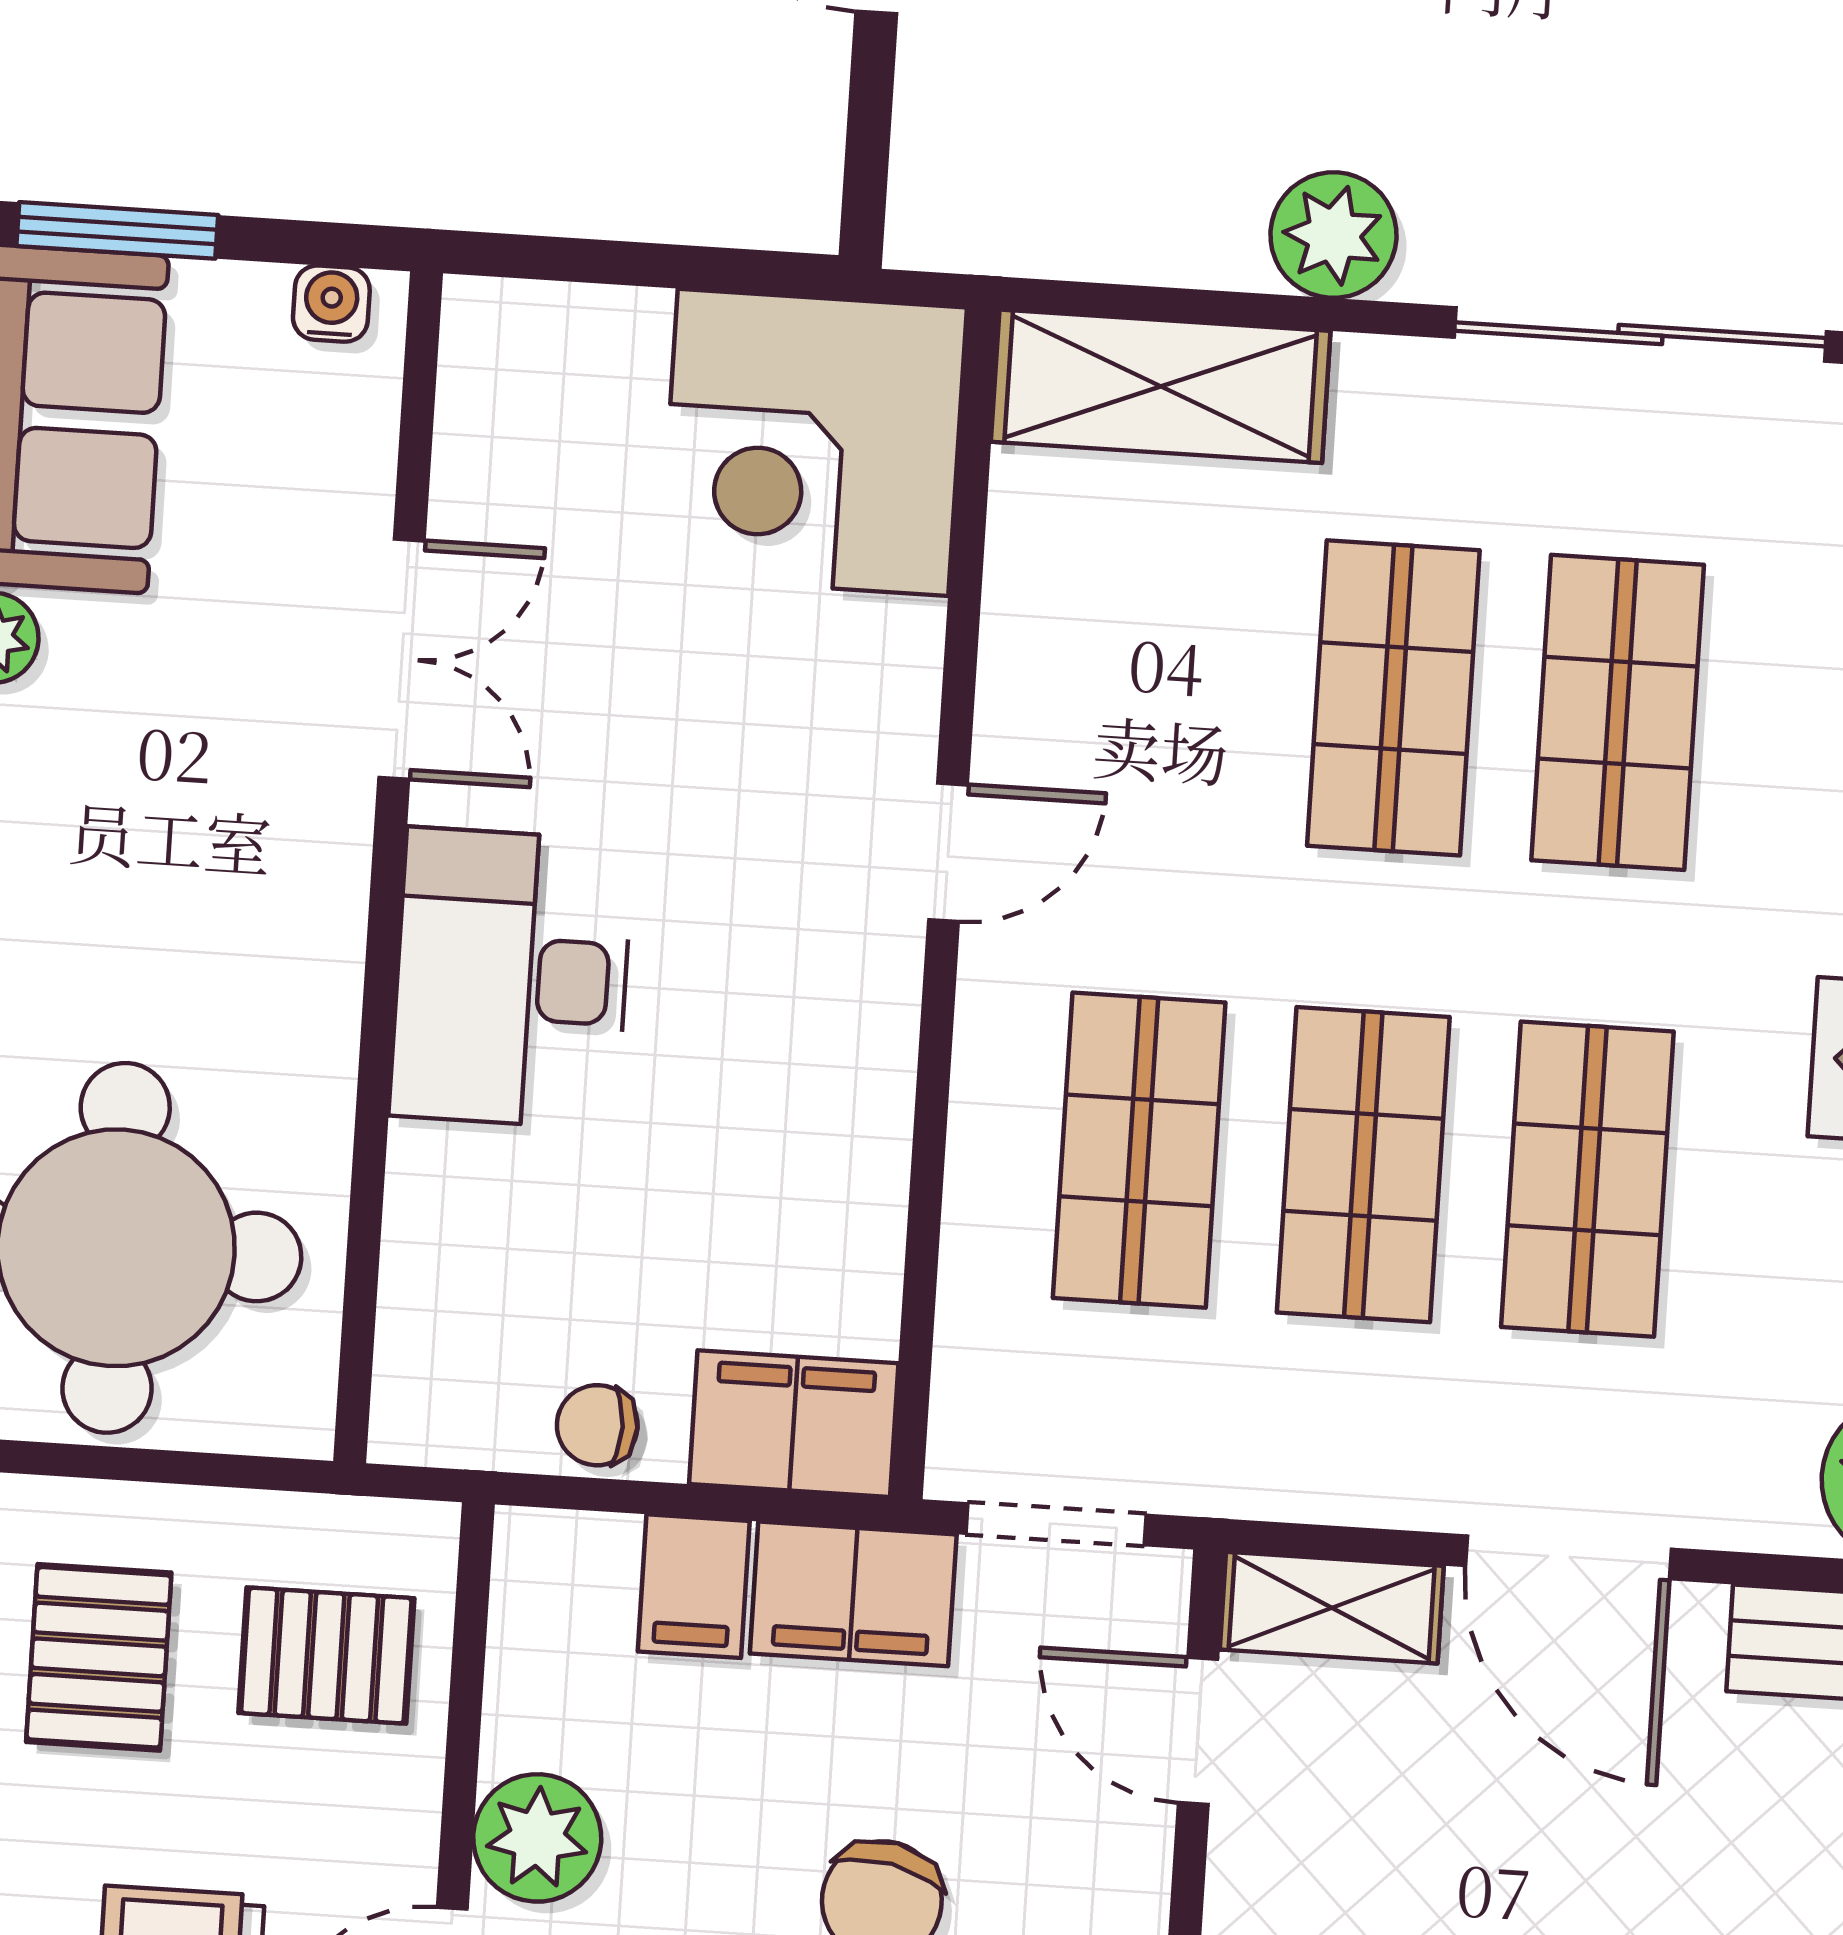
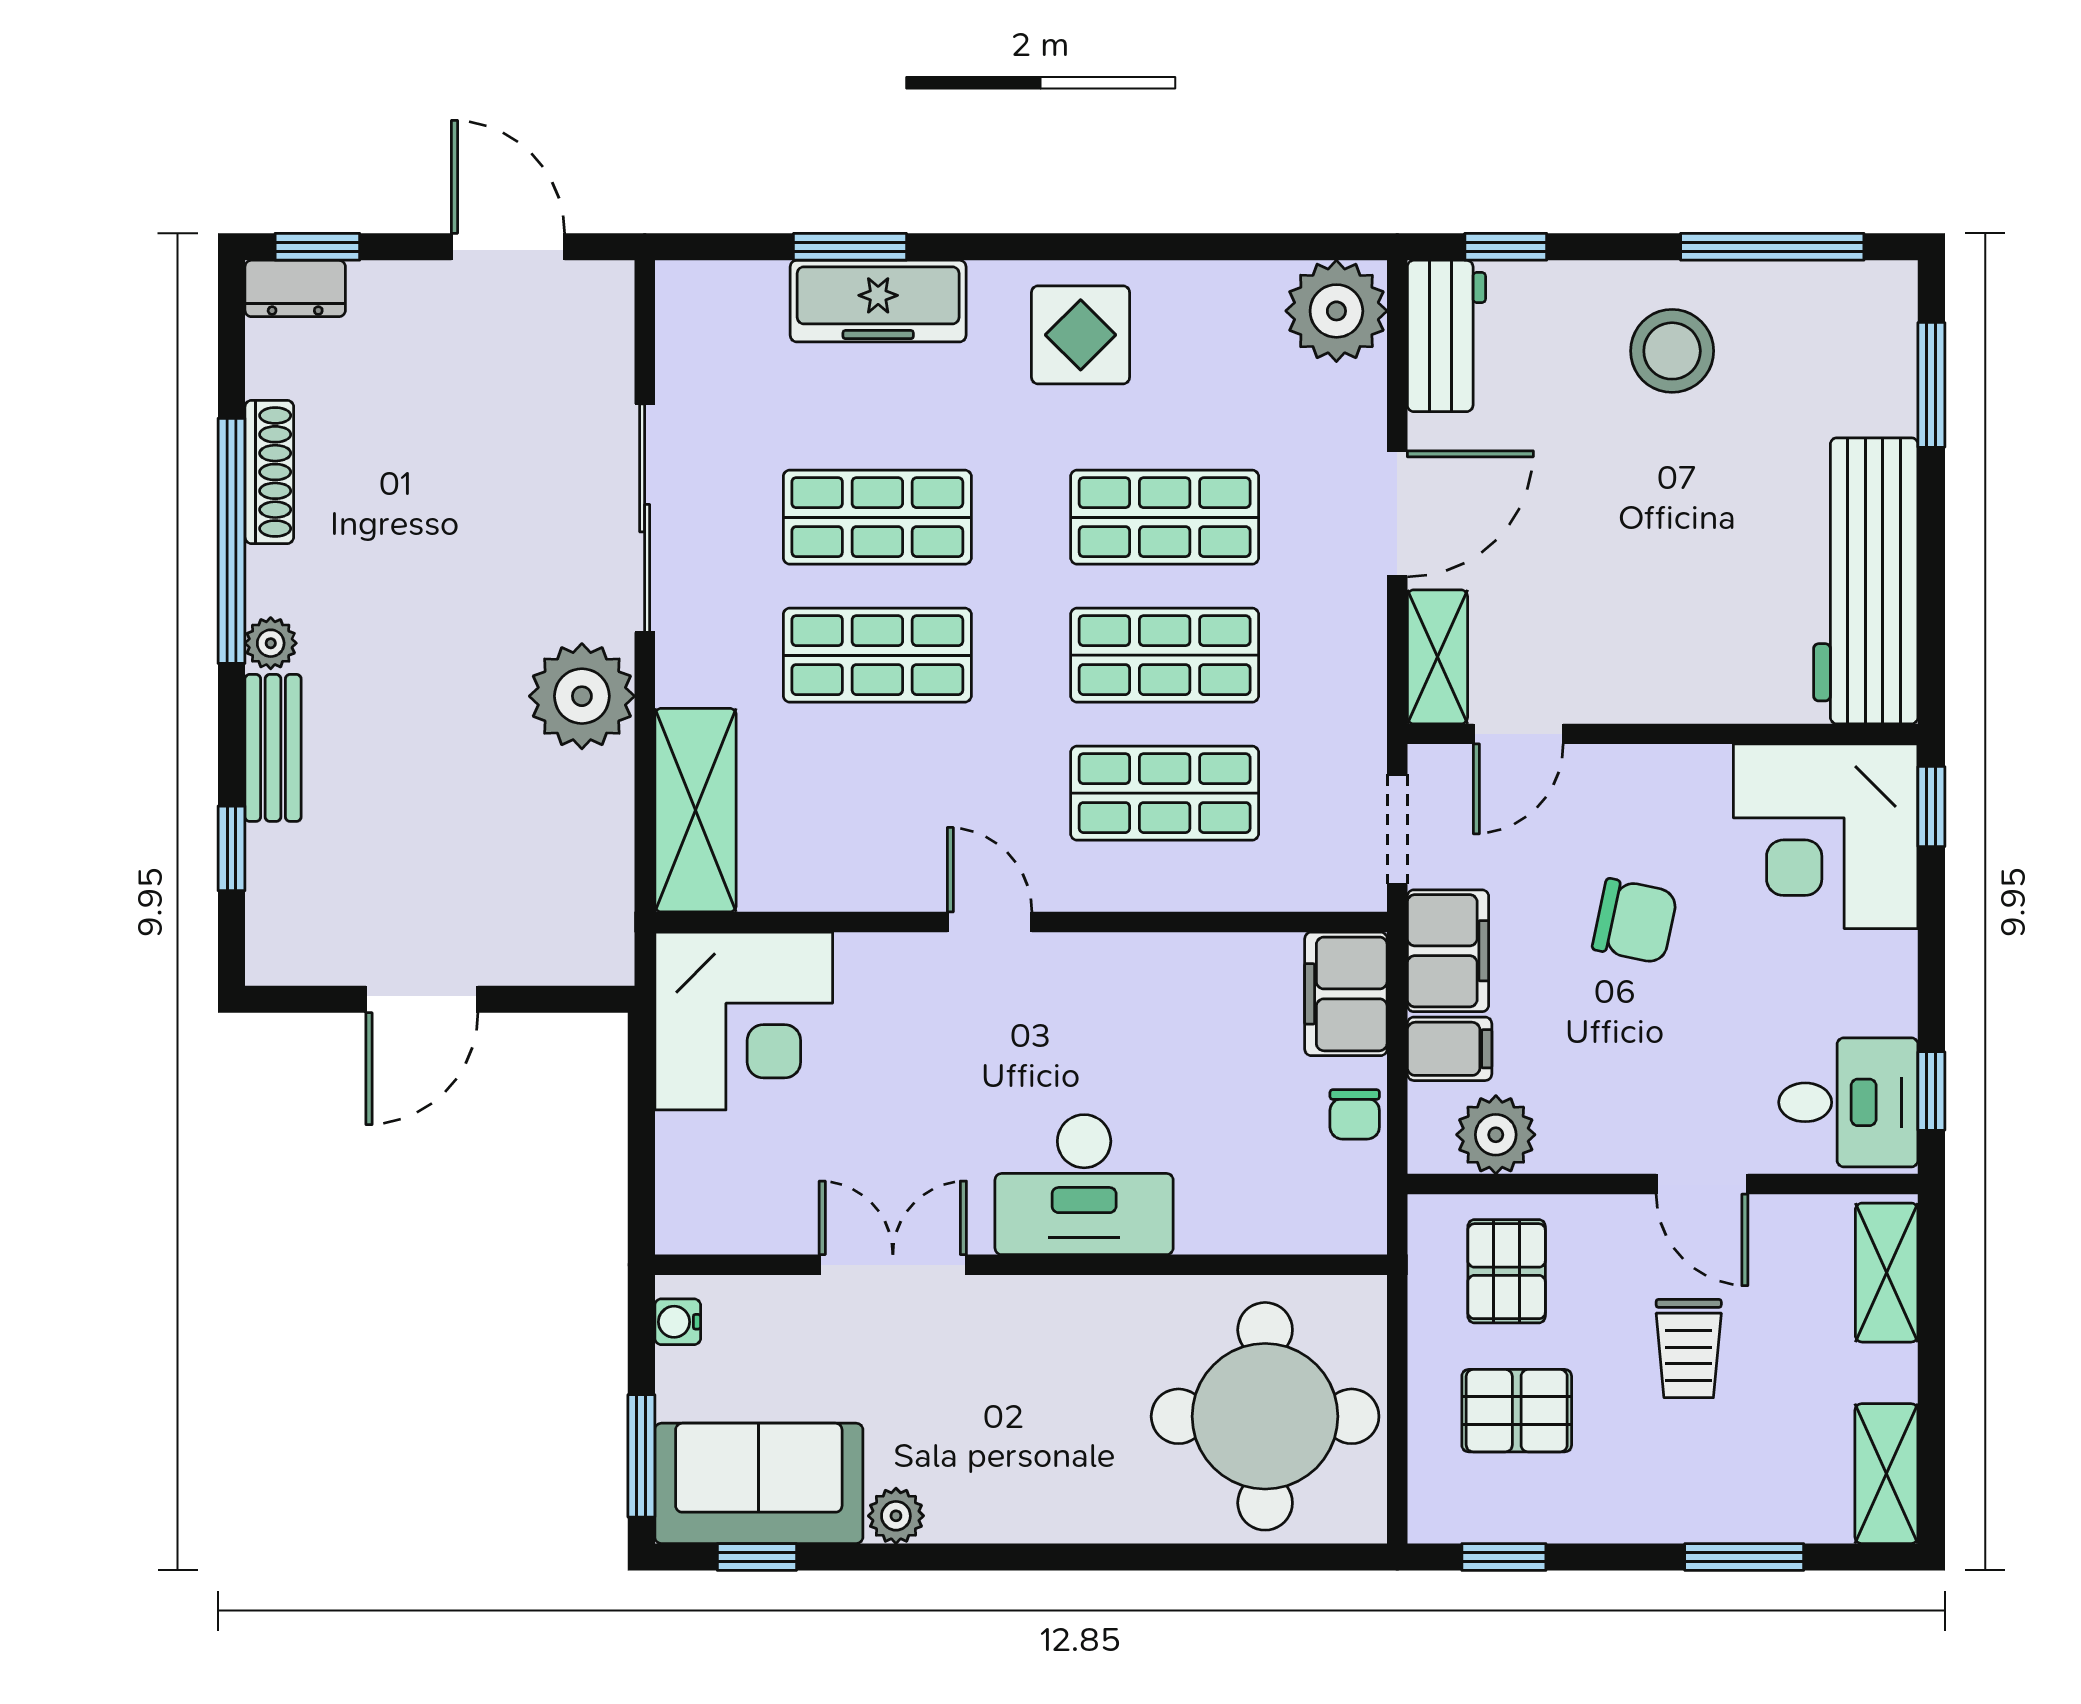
plant: (1333, 235) -> (582, 696), width x1.36, depth x1.36
plant: (537, 1838) -> (1496, 1135), moved

